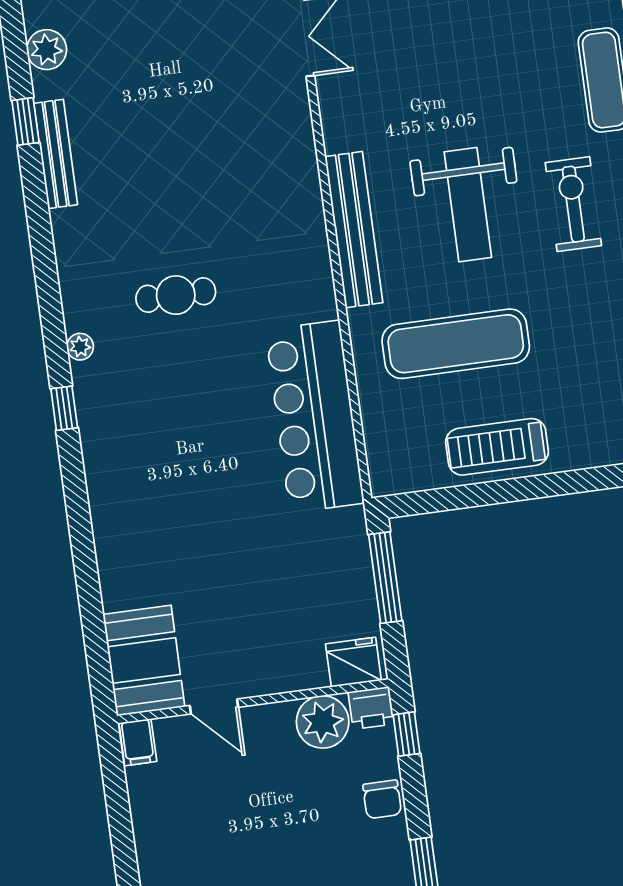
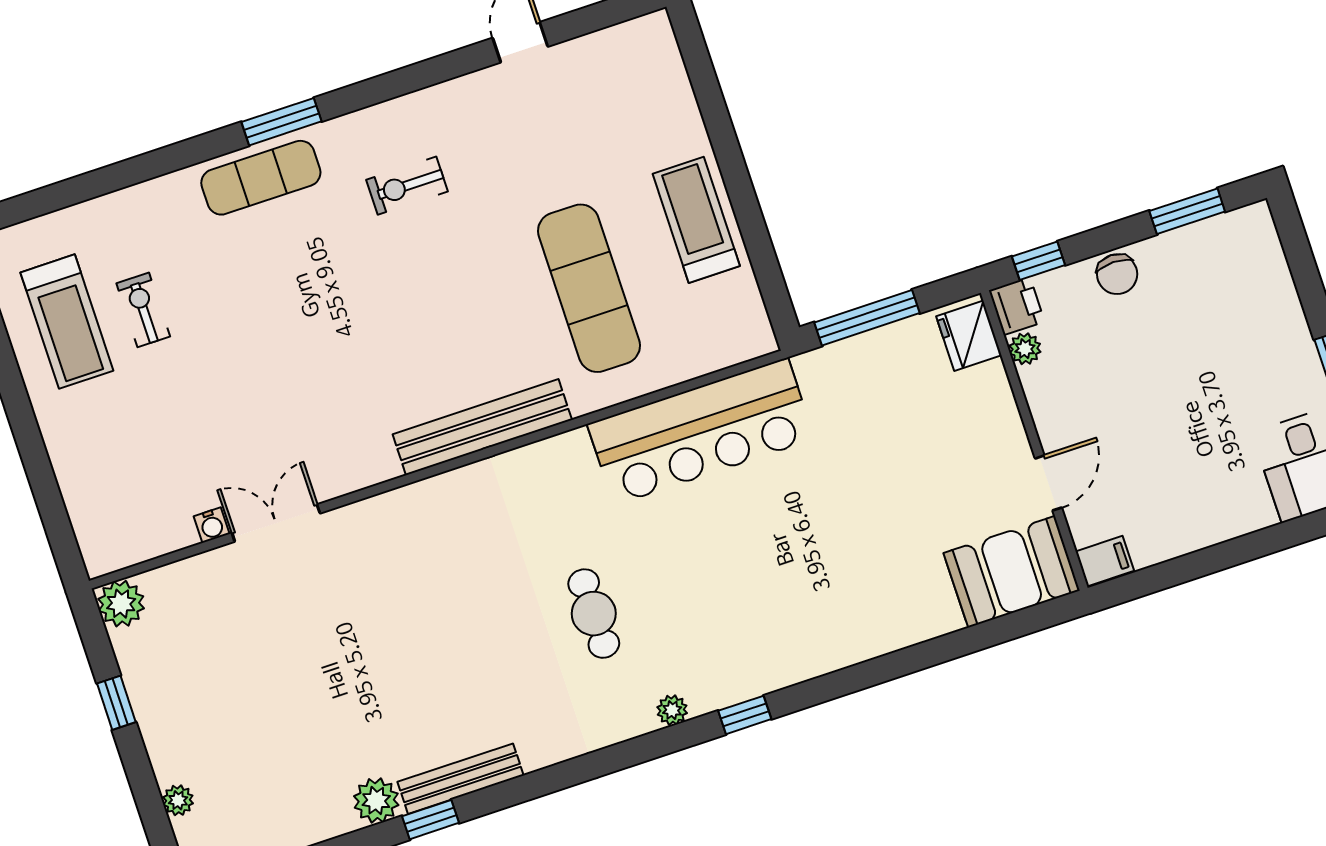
plant: (47, 50) -> (376, 801), moved
exercise bike: (573, 204) -> (407, 186), width x0.73, depth x0.72
weight bench: (468, 205) -> (430, 304), removed
treadmill: (497, 447) -> (696, 220), turned 180
plant: (323, 722) -> (1025, 349), width x0.53, depth x0.53
chair: (382, 799) -> (1117, 274), turned 90

